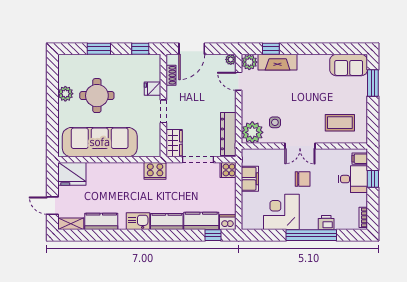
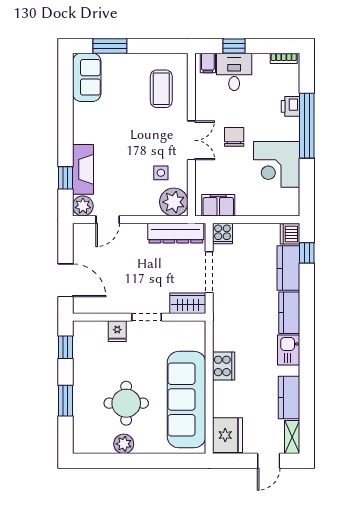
plant: (231, 59) -> (79, 230), removed
shoe rack: (171, 75) -> (100, 307), removed
cooker: (155, 171) -> (224, 366), moved
filing cabinet: (250, 179) -> (218, 205), moved

